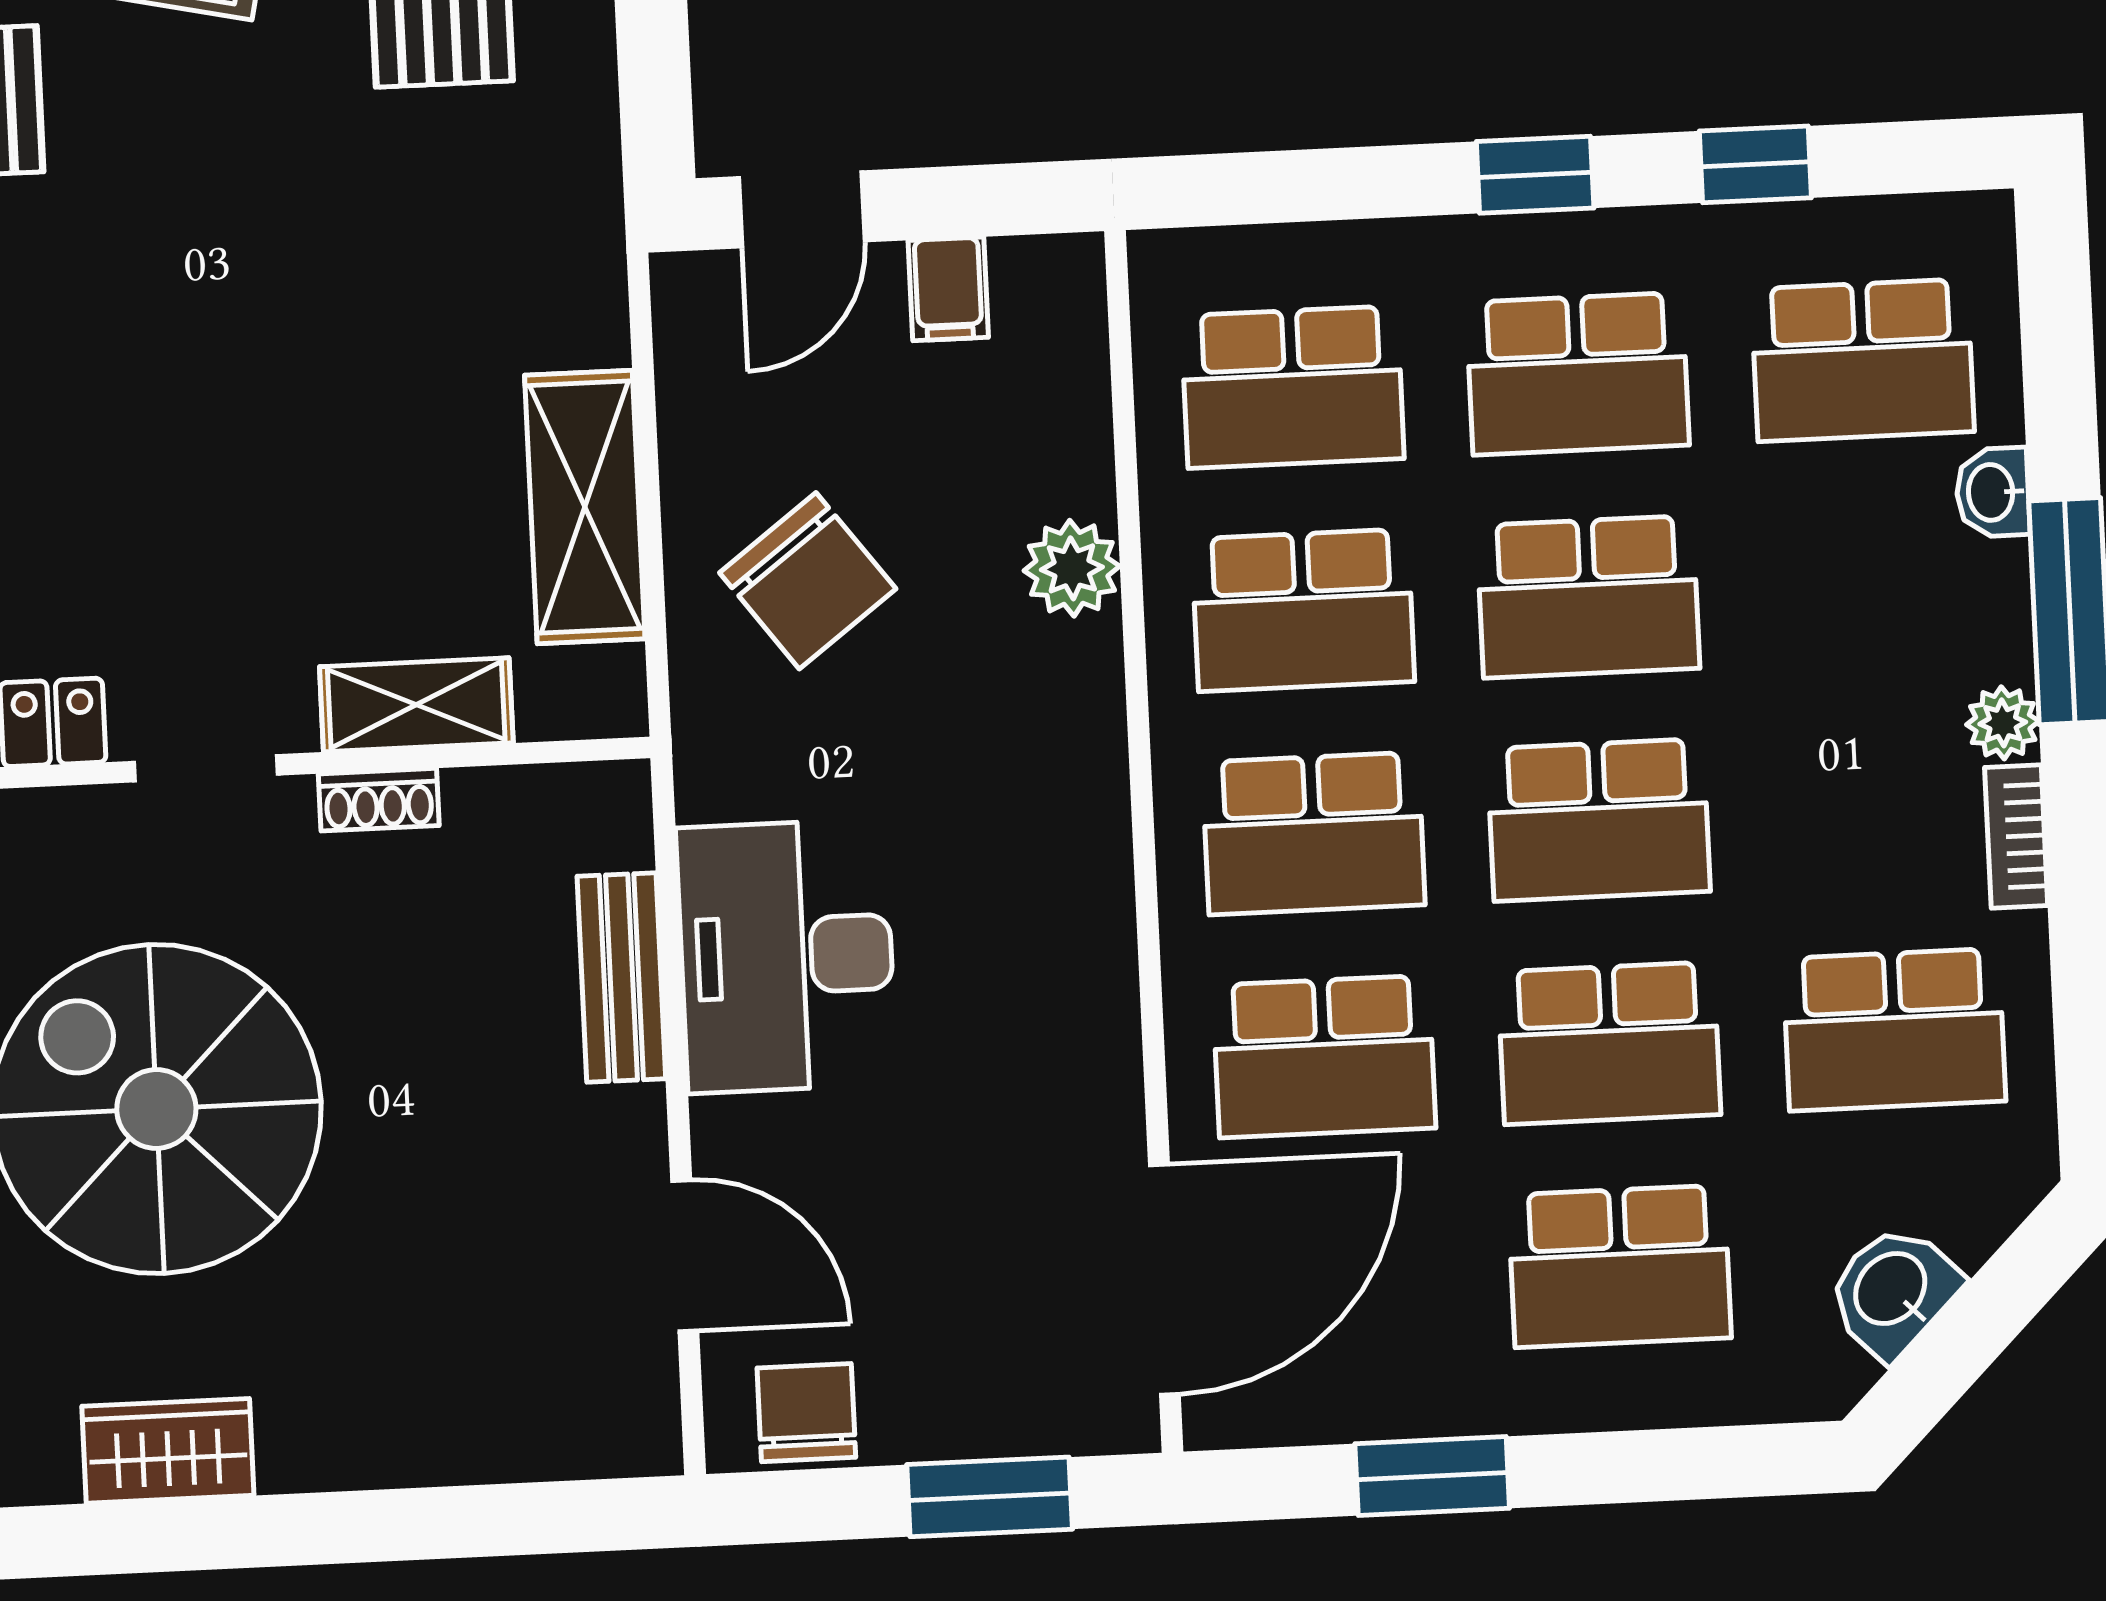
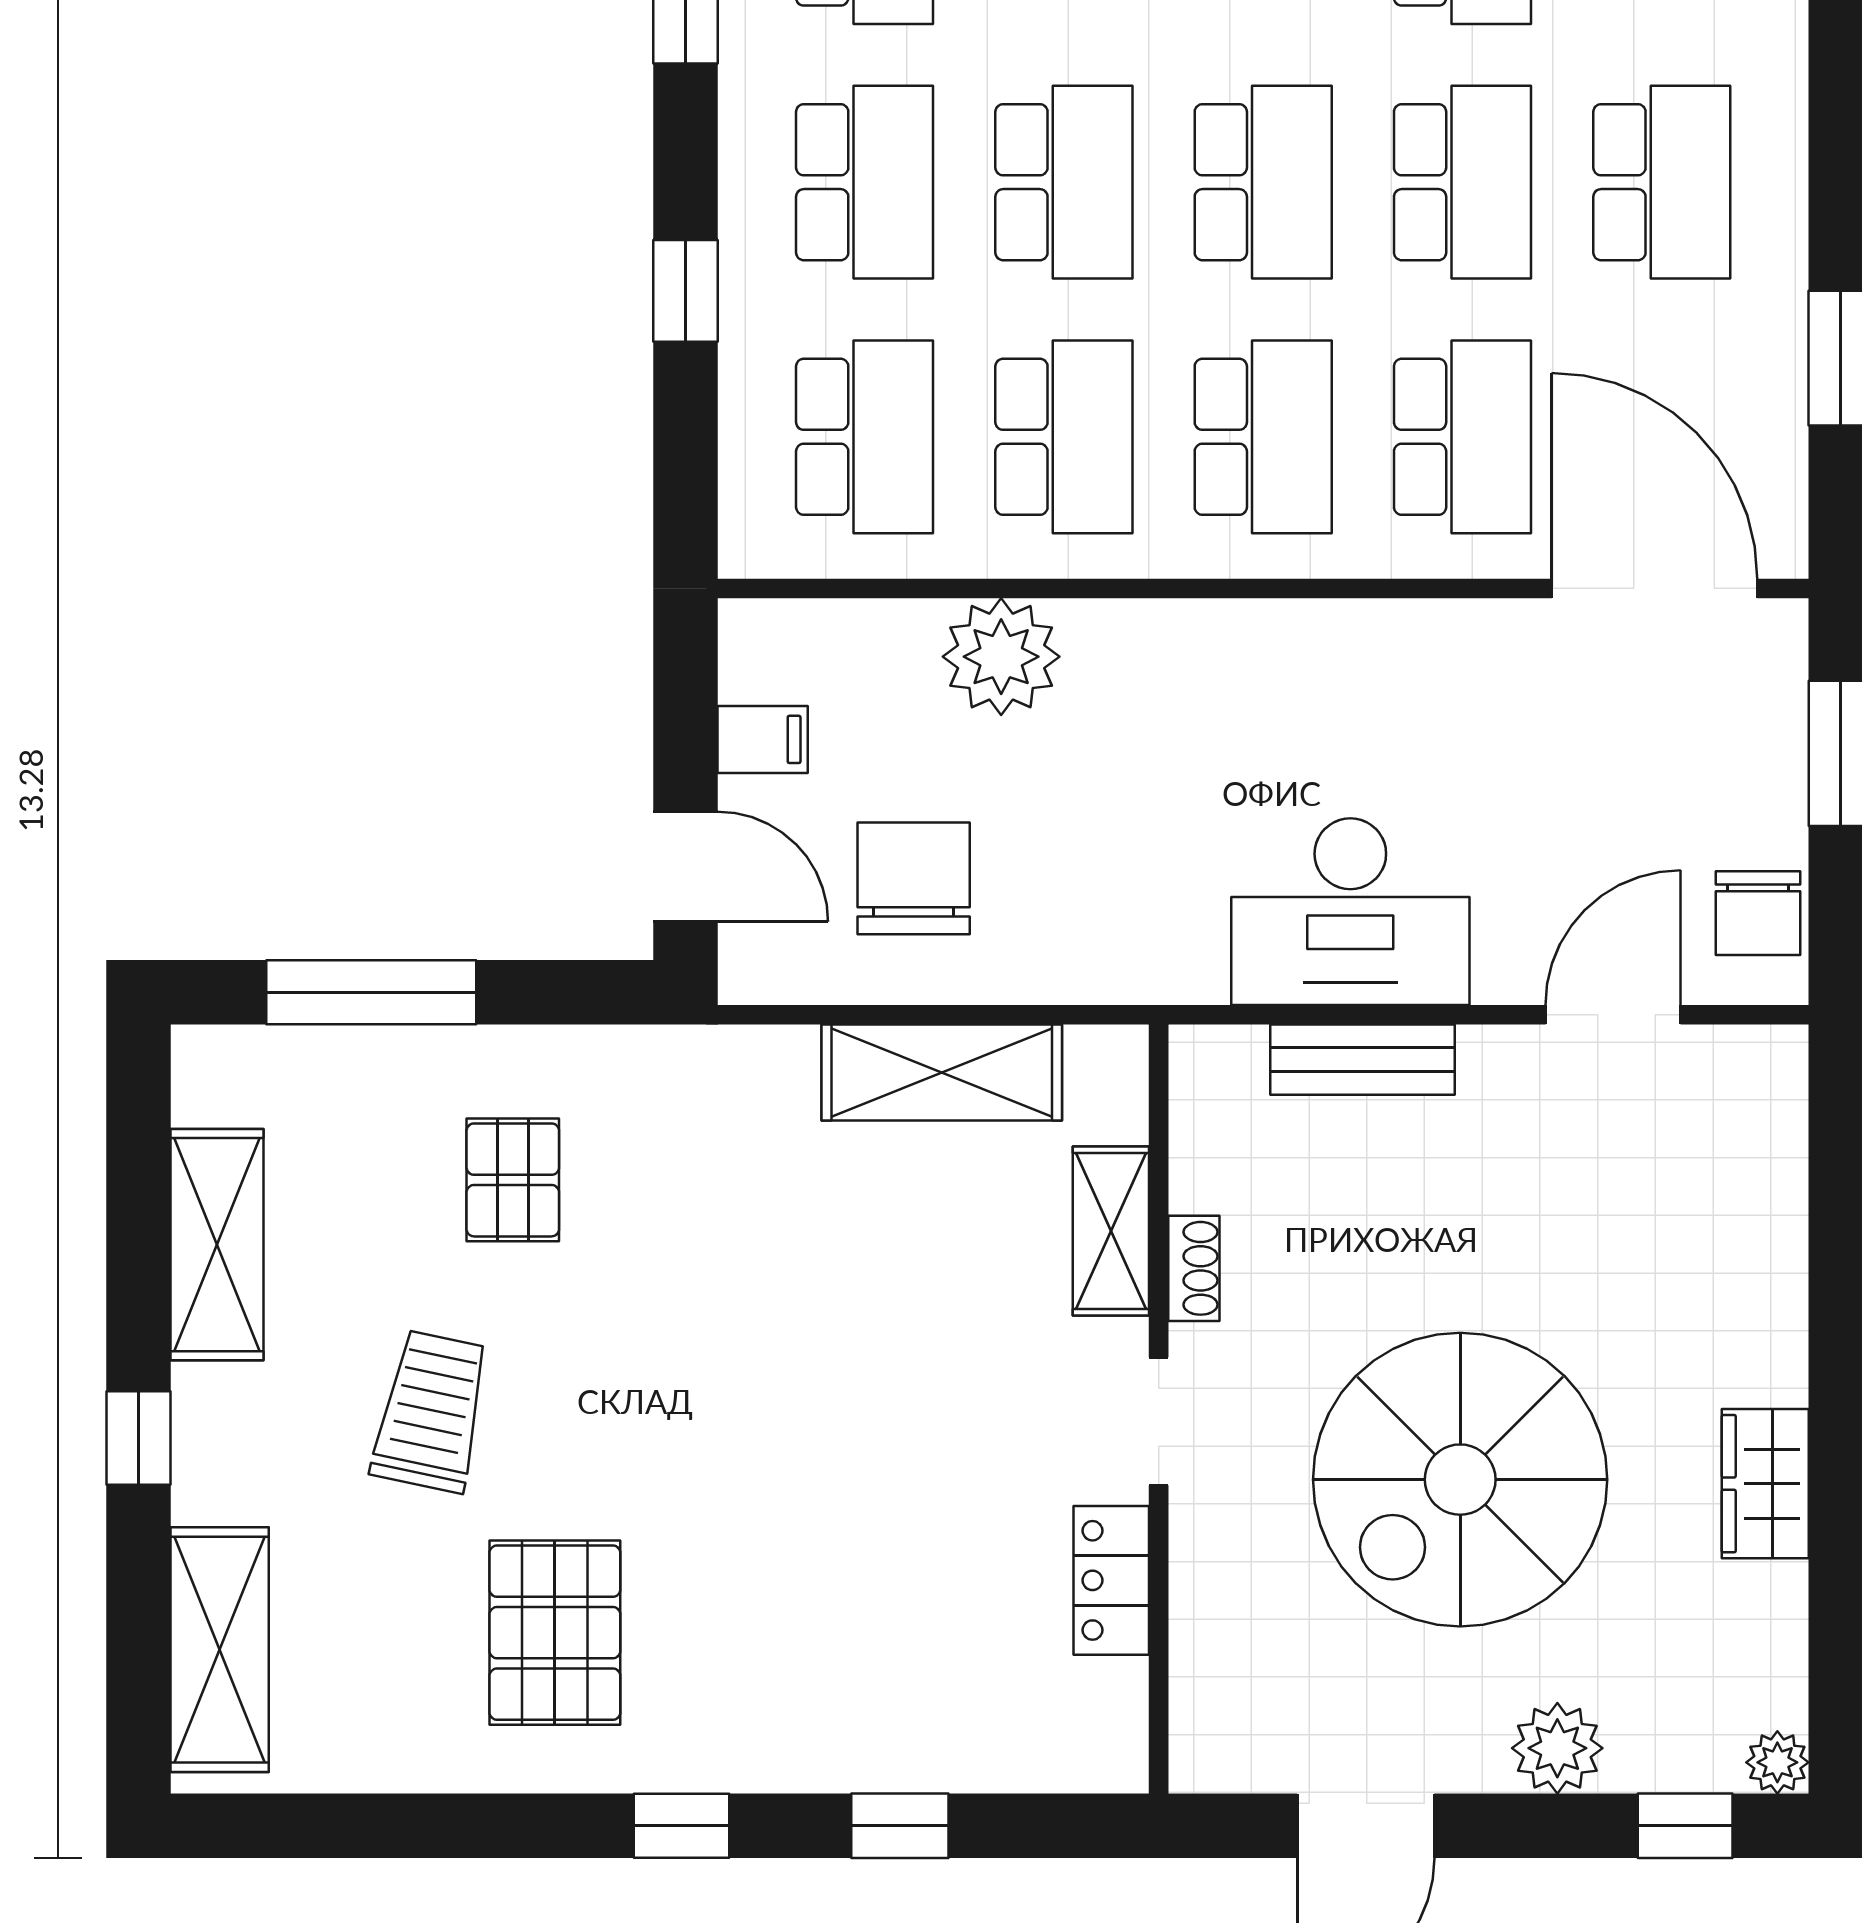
window: (1535, 175) -> (686, 291), moved
plant: (1072, 568) -> (1001, 657), width x1.36, depth x1.36
chair: (808, 581) -> (914, 878), moved, turned -53
chair: (806, 1413) -> (1758, 913), turned -90

